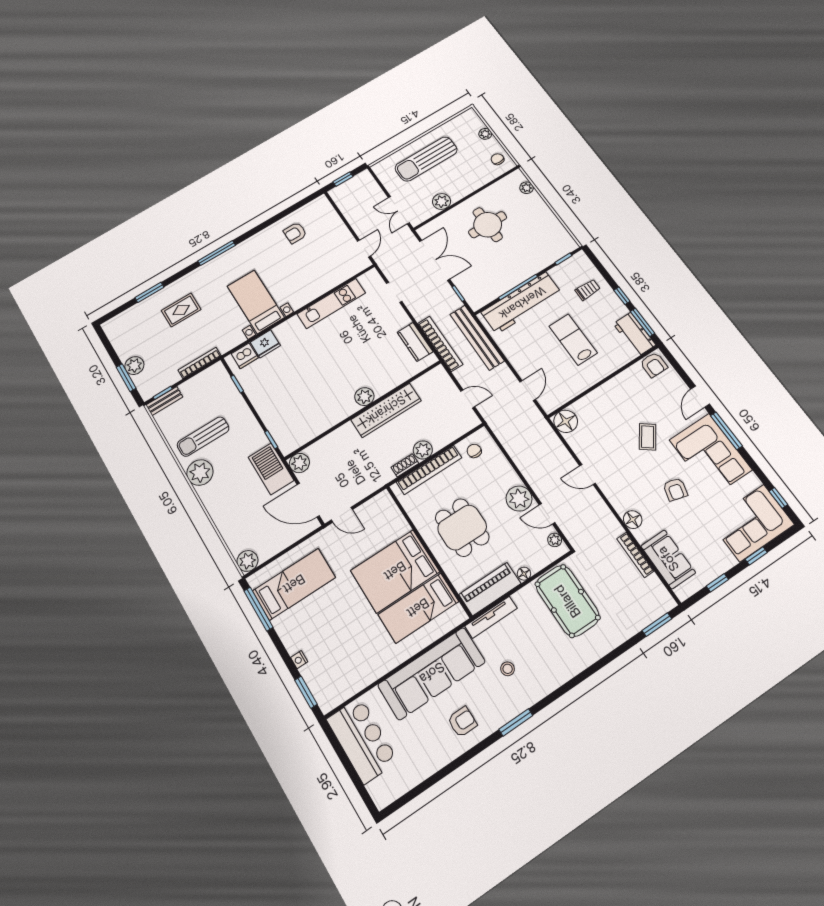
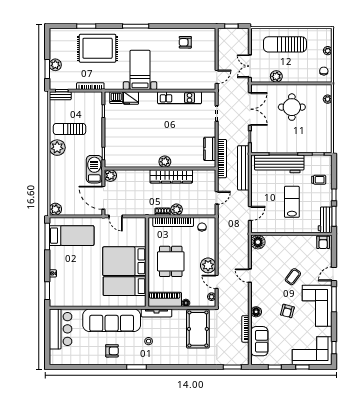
rug: (181, 310) -> (98, 48), width x1.86, depth x2.06
door: (468, 399) -> (217, 198), hinge flipped

